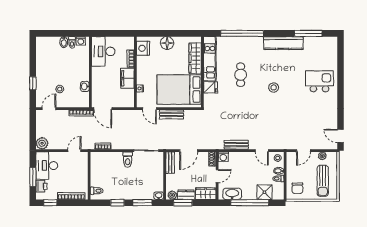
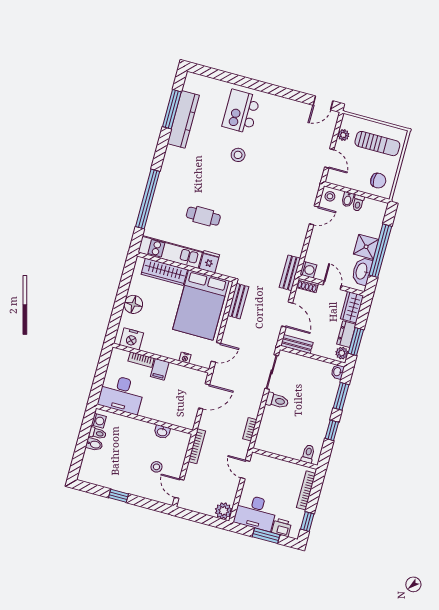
kitchen counter: (283, 43) -> (183, 119), moved
filing cabinet: (127, 78) -> (160, 369), width x0.50
window: (33, 83) -> (118, 496), moved
stool: (274, 87) -> (238, 155), moved
door: (103, 109) -> (204, 396), moved
bench: (171, 114) -> (238, 301), moved
bench: (236, 145) -> (290, 273), moved
shower: (264, 192) -> (366, 247), moved

